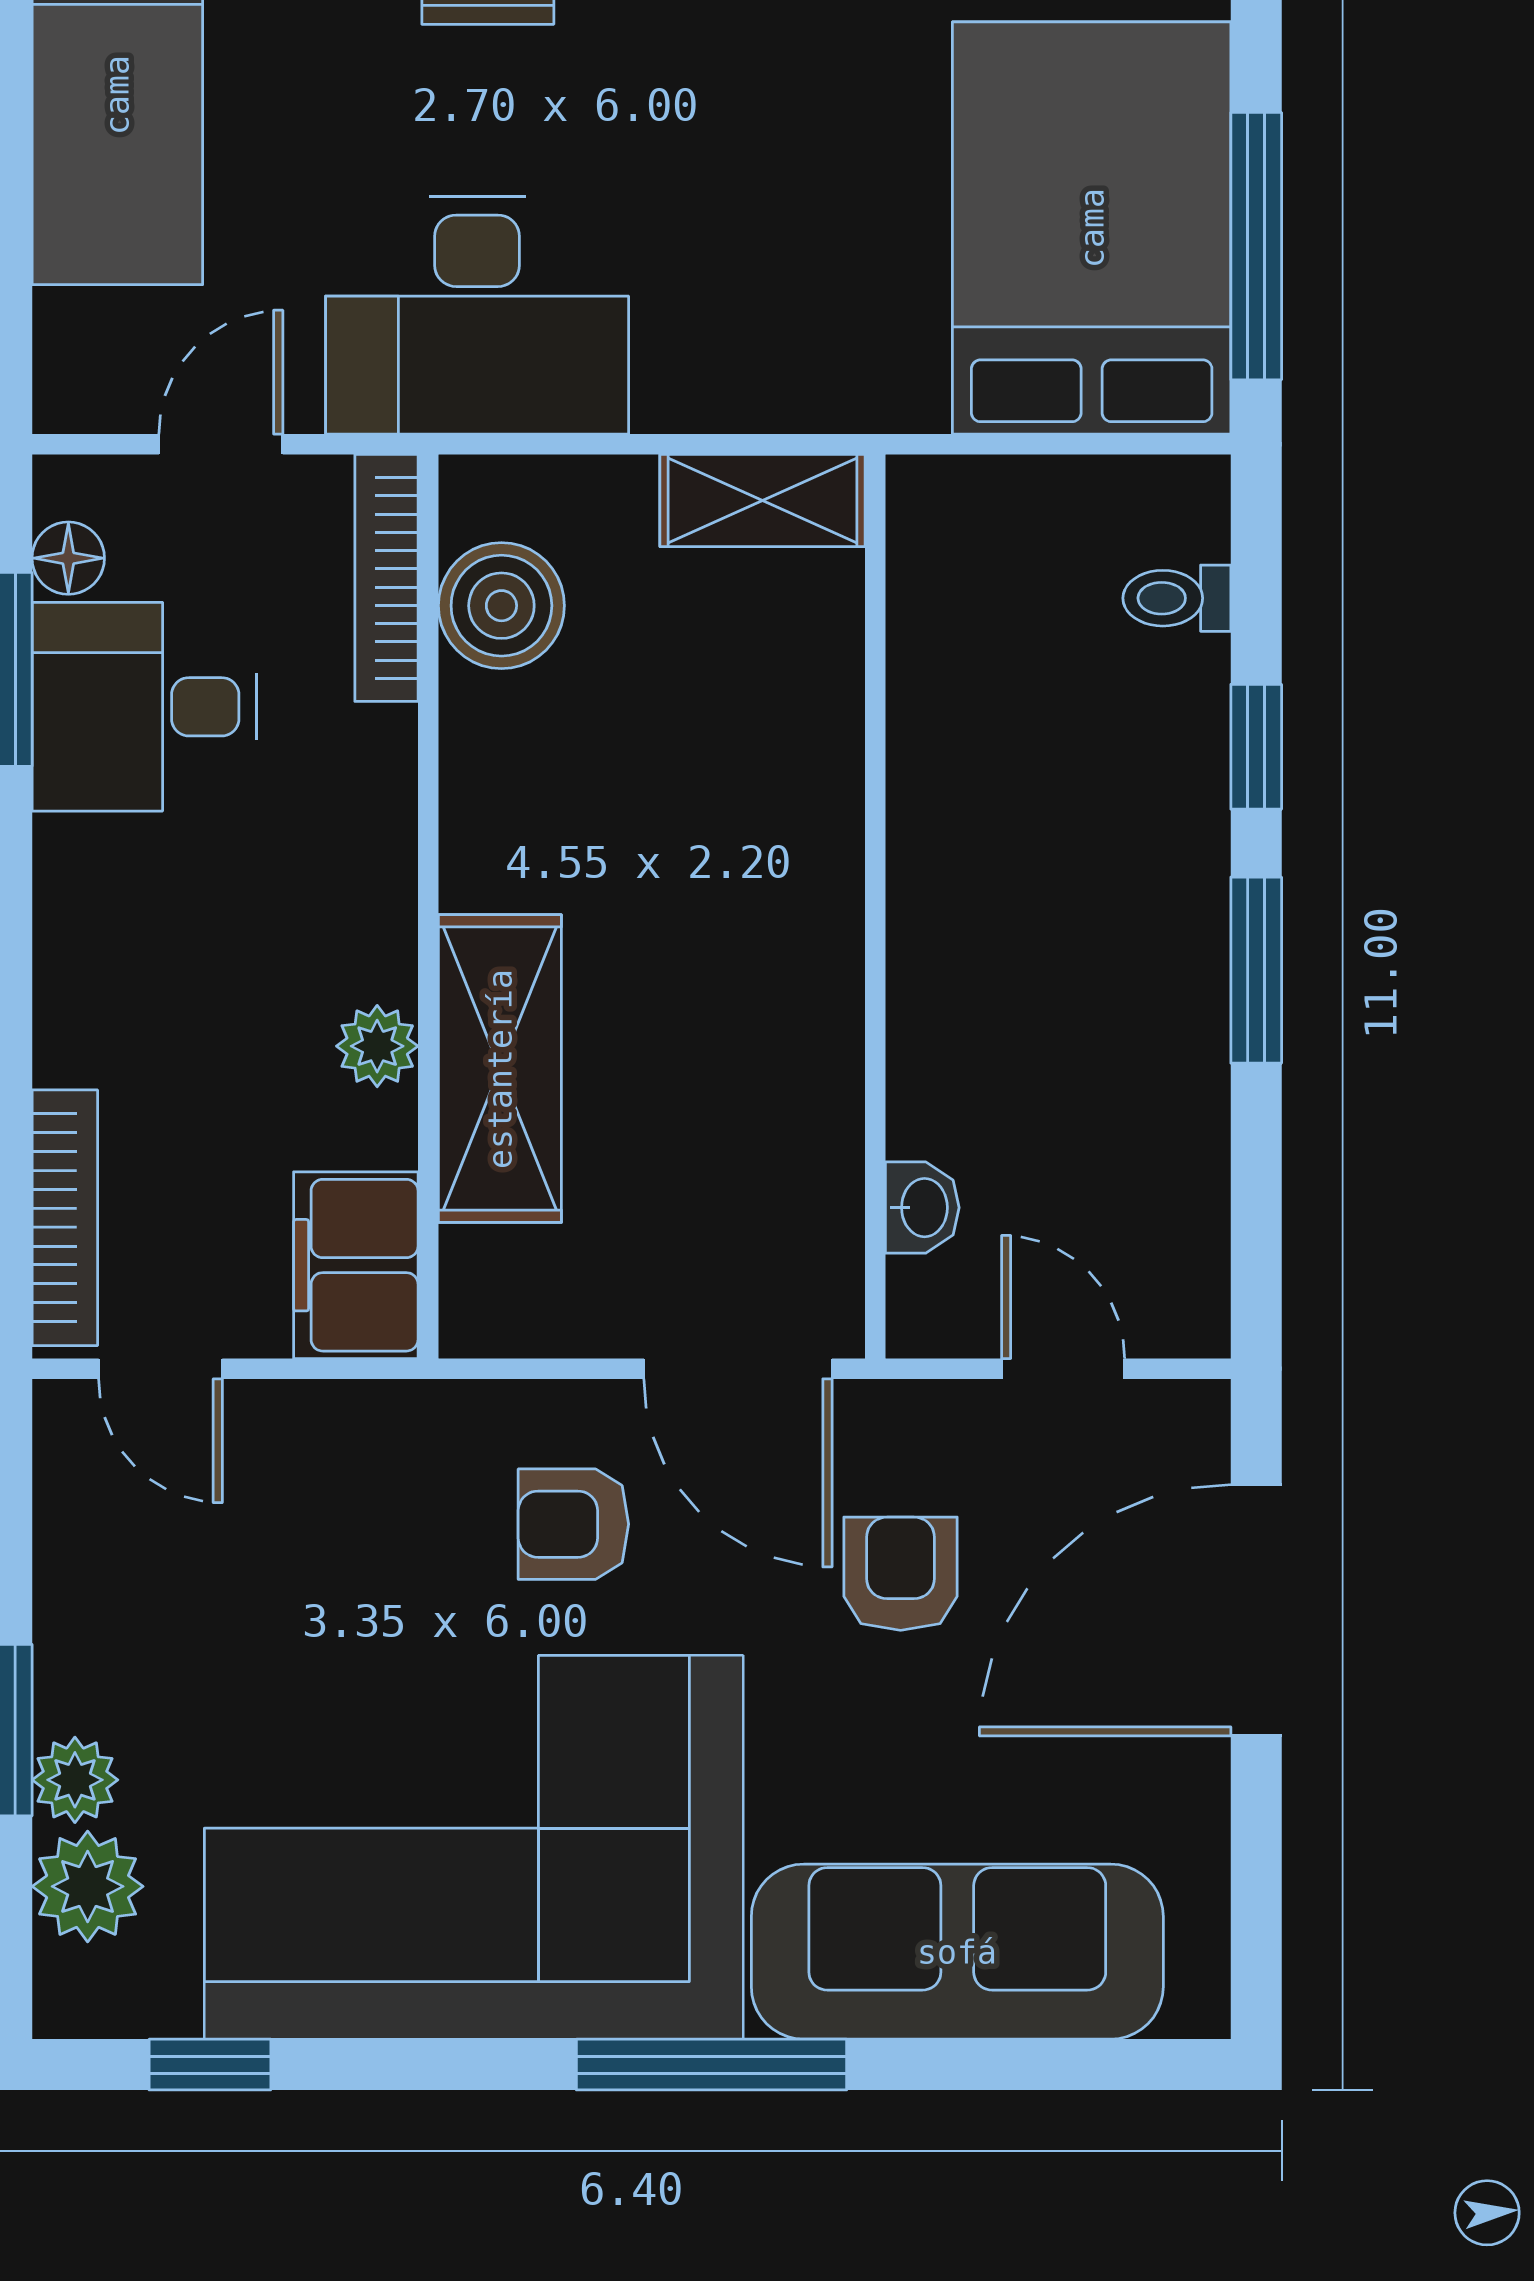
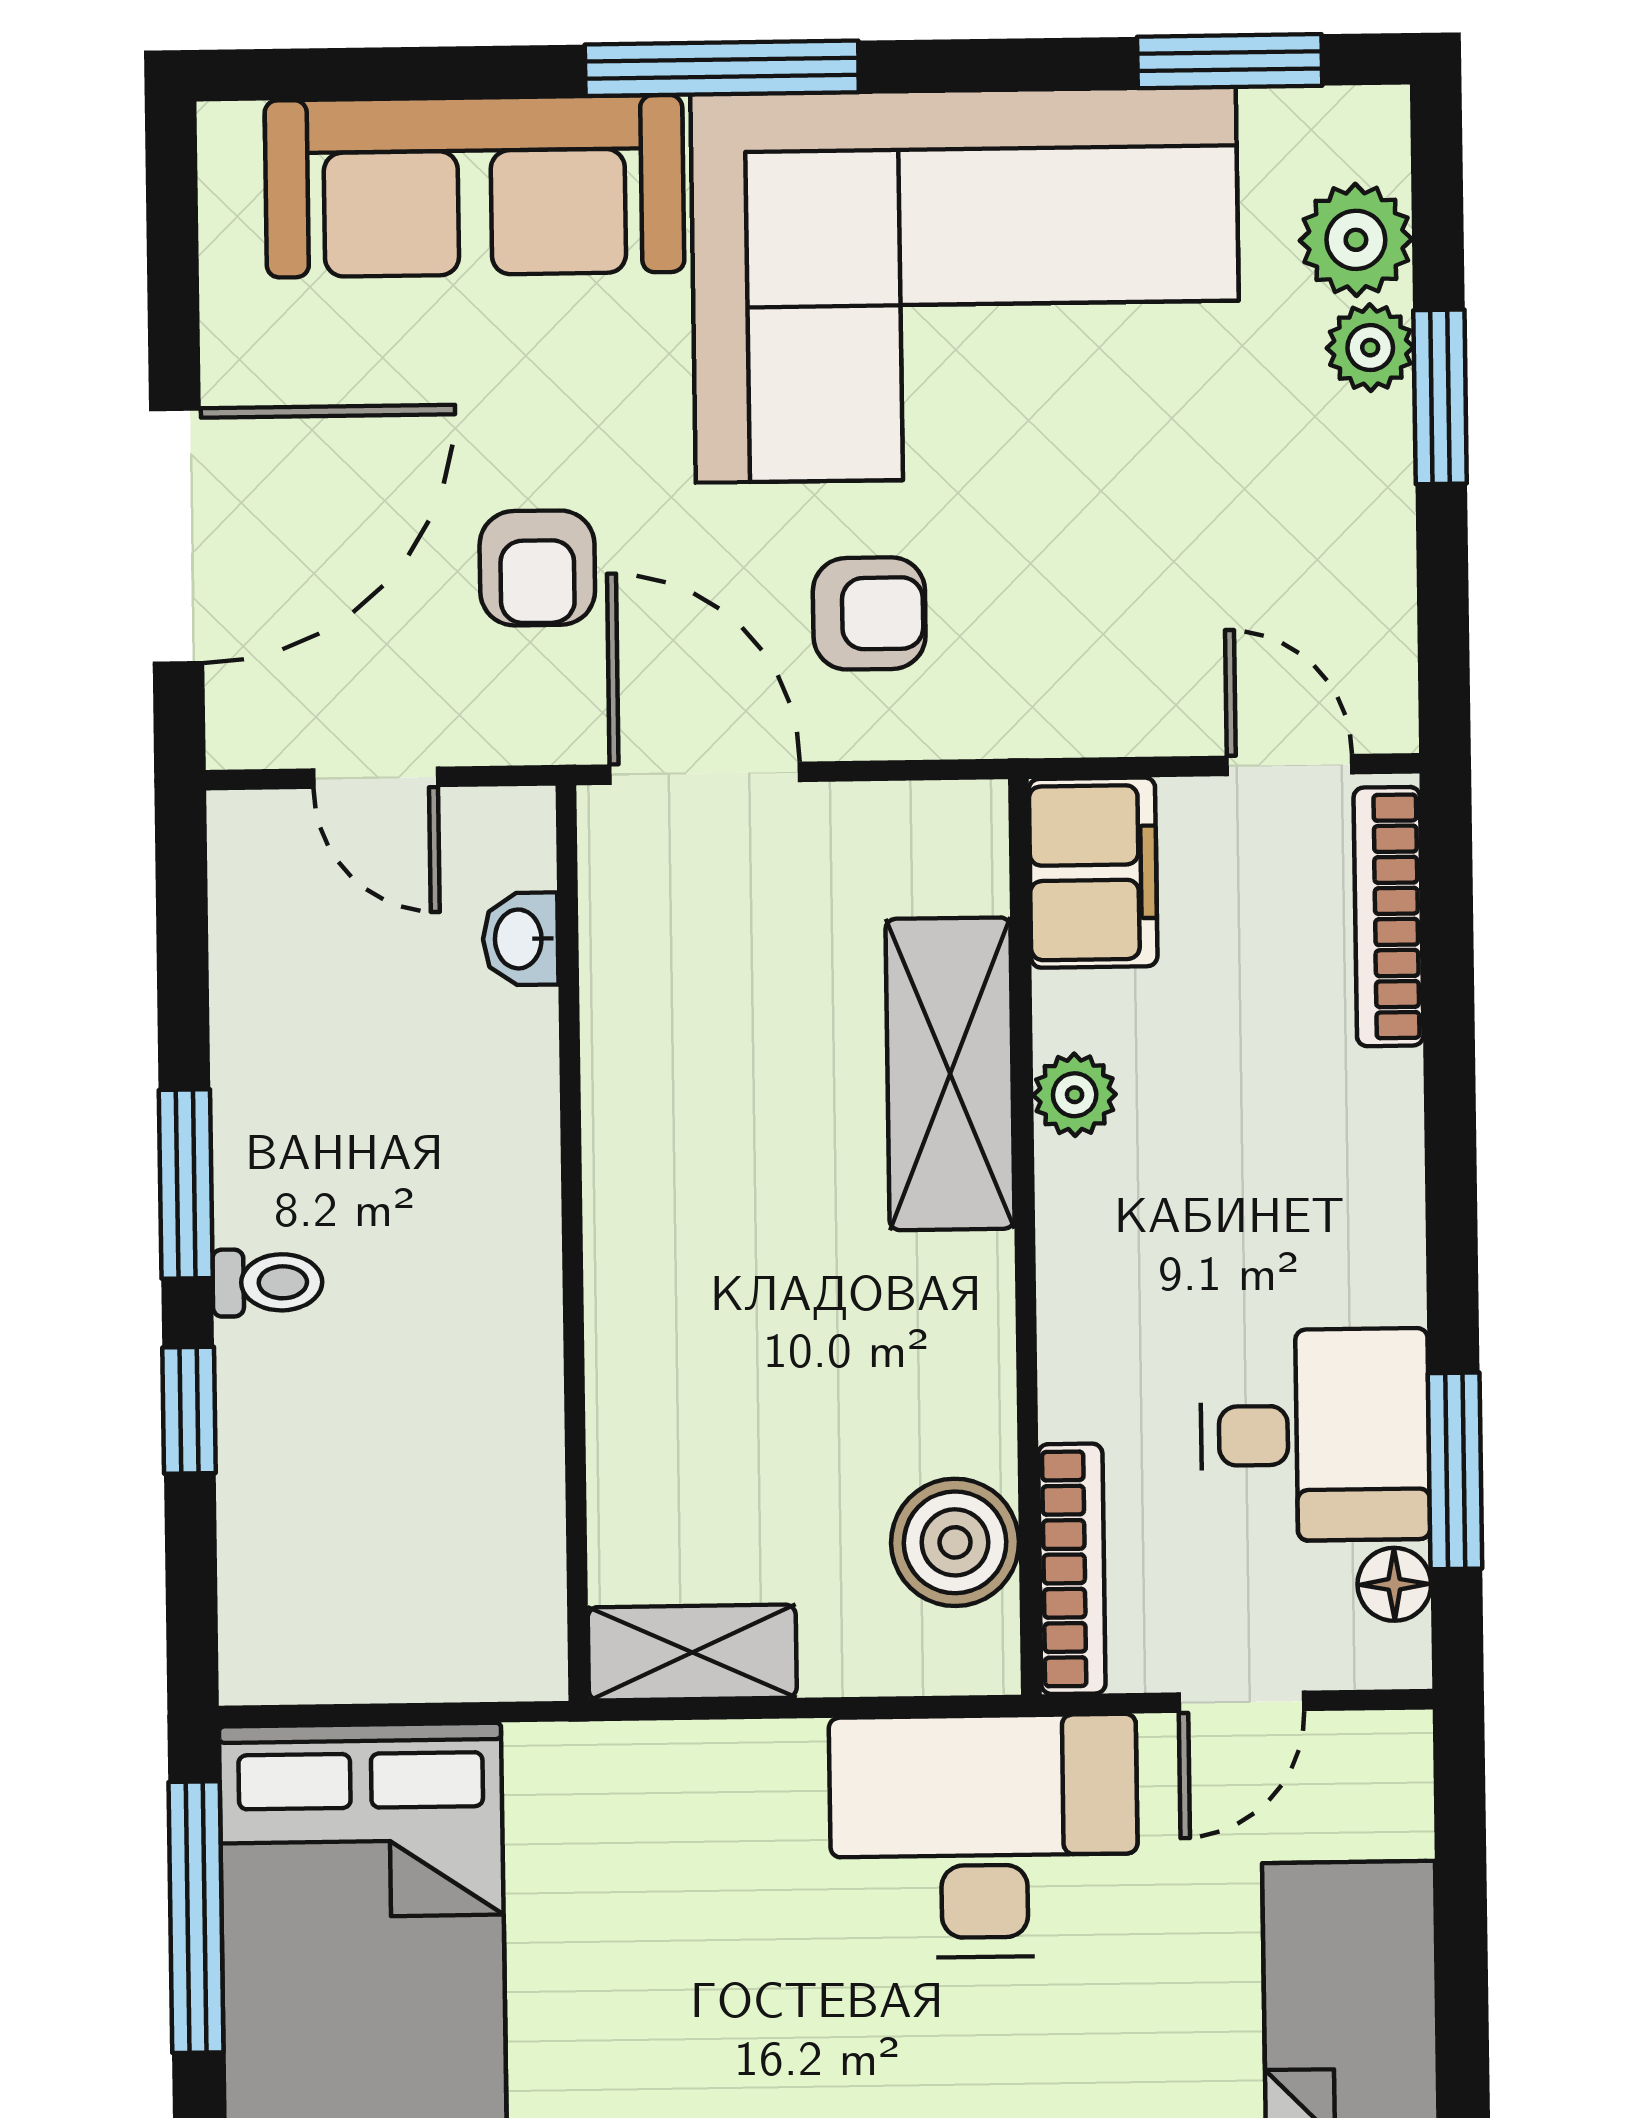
toilet: (1177, 598) -> (268, 1283), moved
window: (210, 2065) -> (1230, 61), width x1.50

